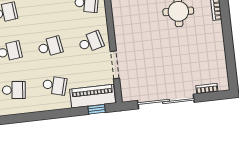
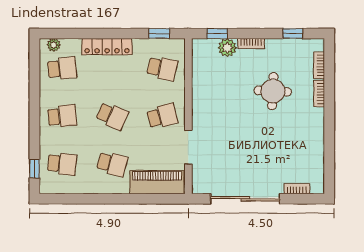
school desk: (50, 47) -> (112, 116), turned 33
window: (97, 109) -> (160, 199), removed

